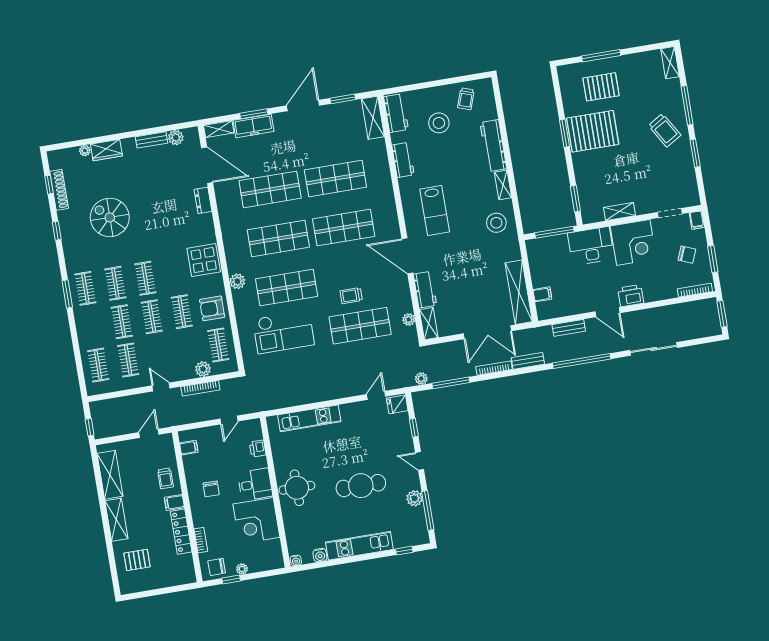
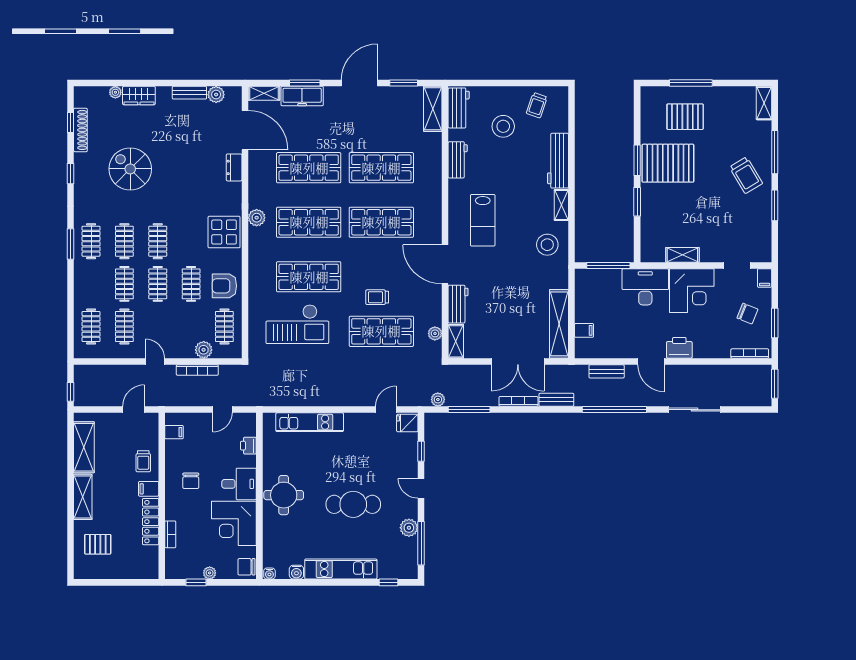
window: (575, 199) -> (637, 202), moved
plant: (237, 281) -> (257, 218), moved
chair: (217, 567) -> (247, 567), moved

